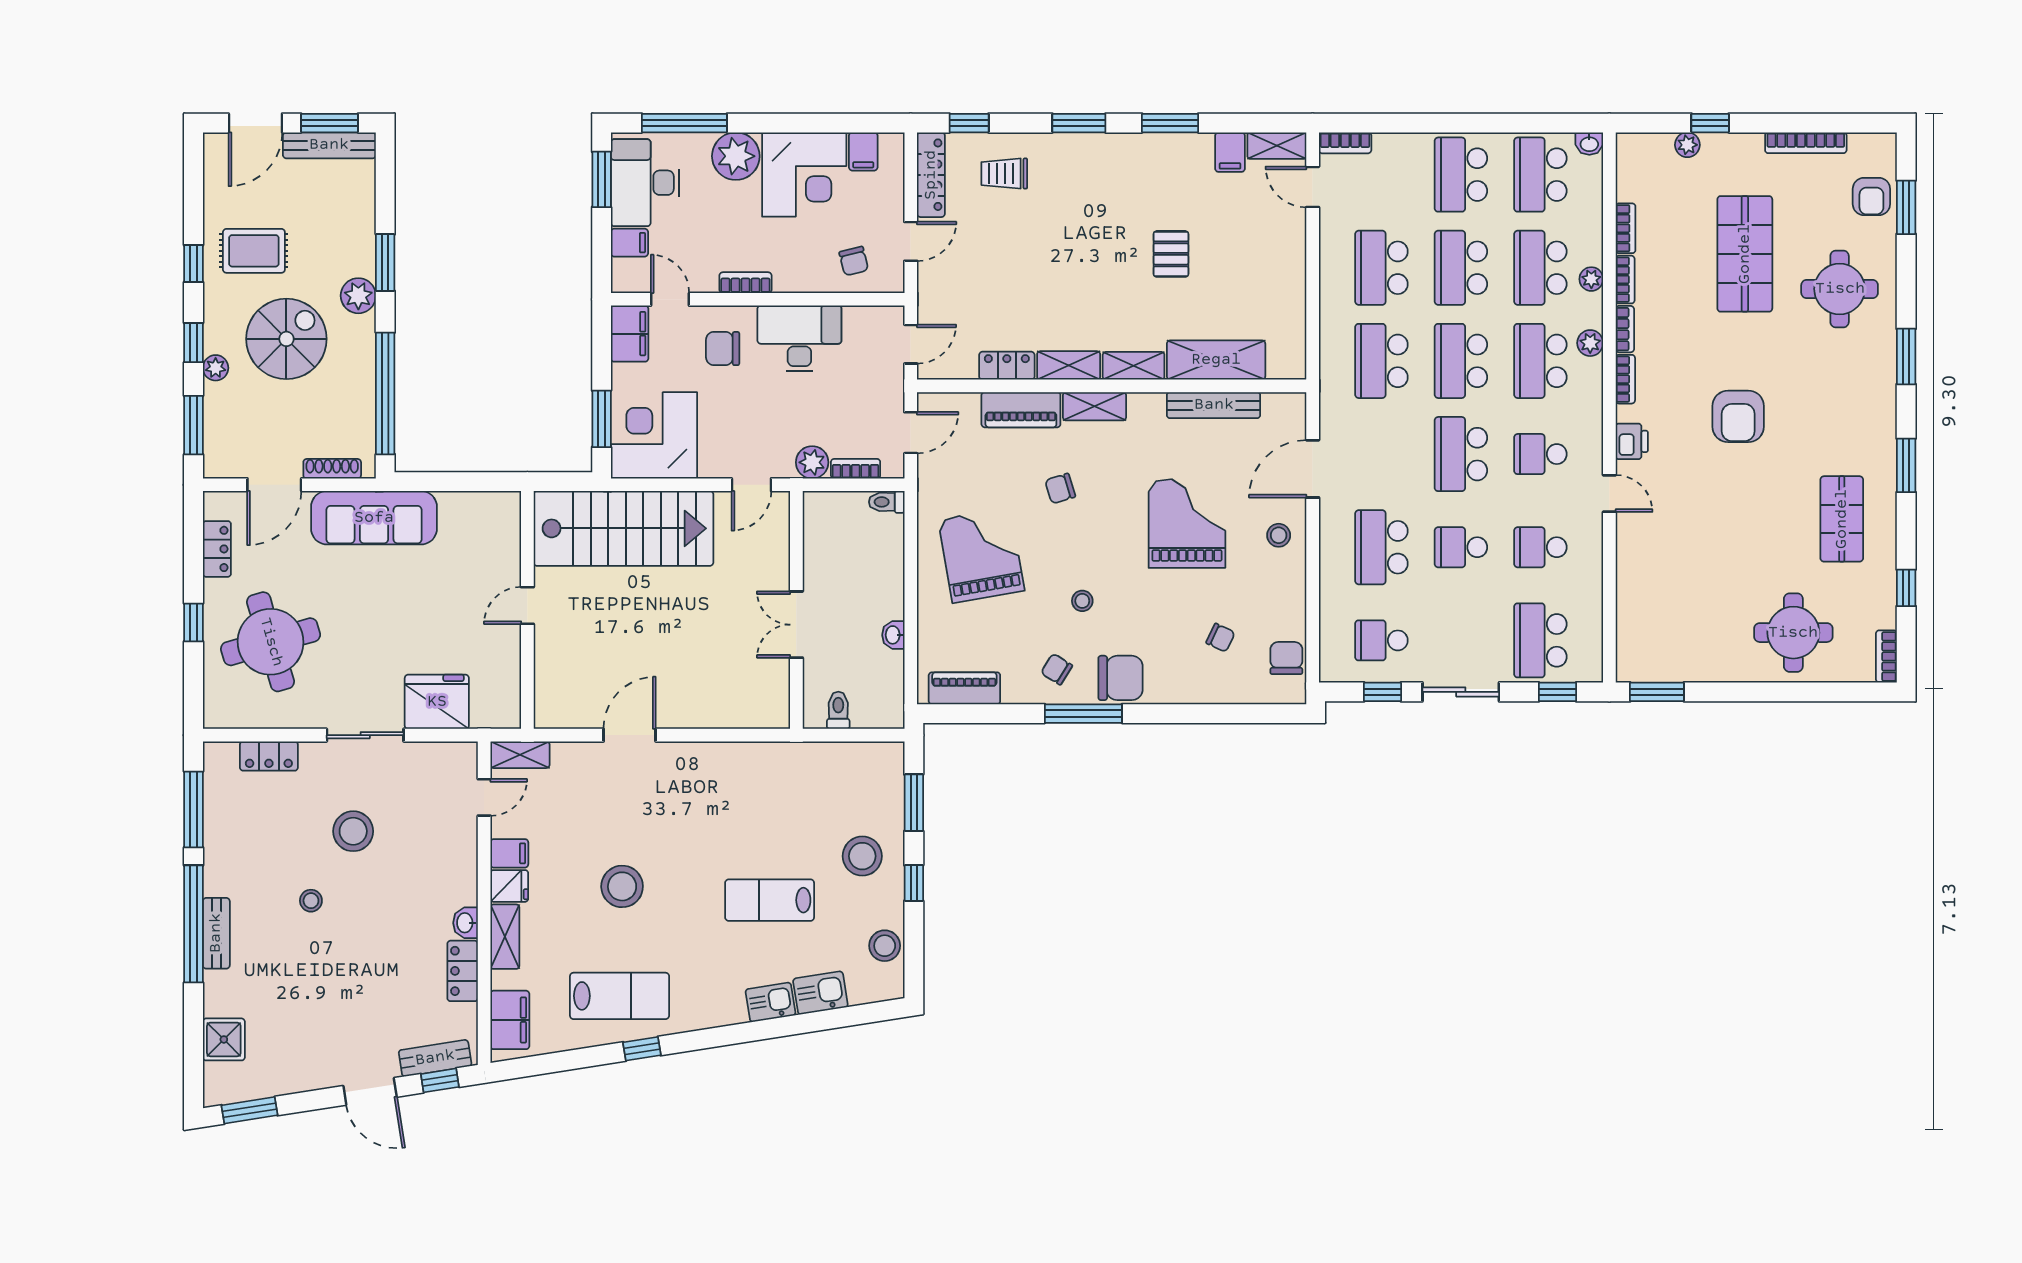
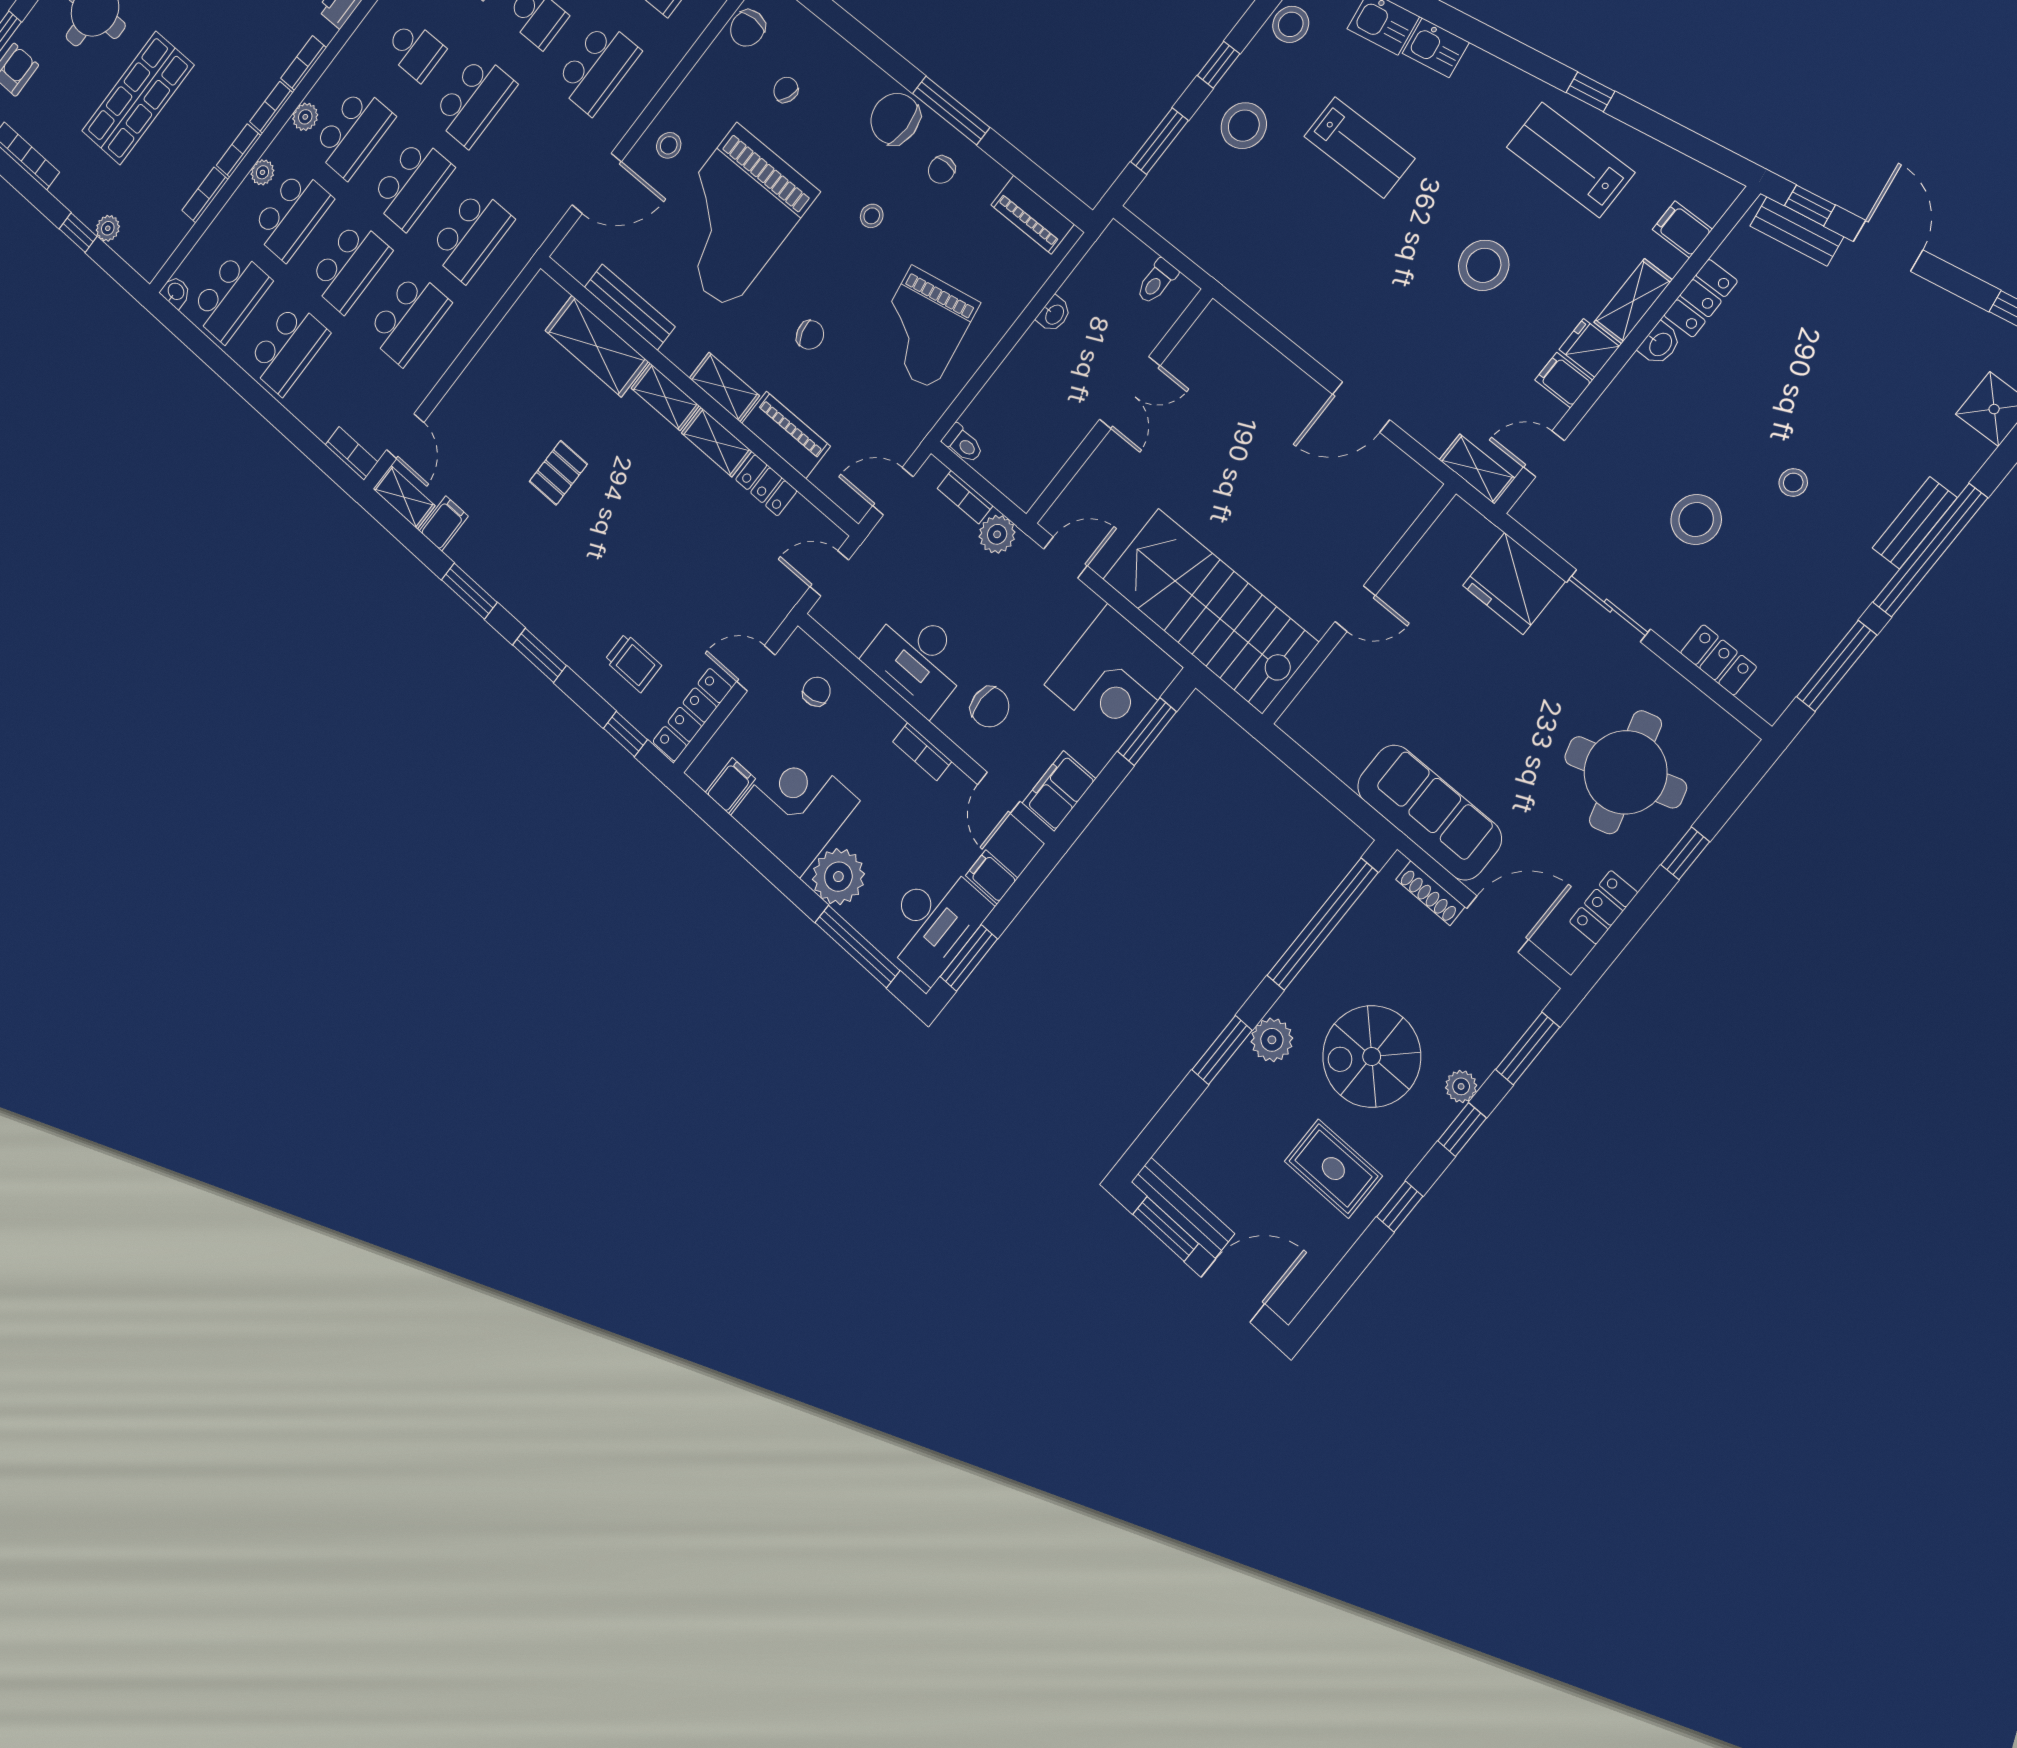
grand piano: (1187, 524) -> (733, 217), width x1.37, depth x1.48
chair: (1057, 669) -> (942, 170), turned 58
filing cabinet: (510, 1020) -> (1682, 229), width x0.50

